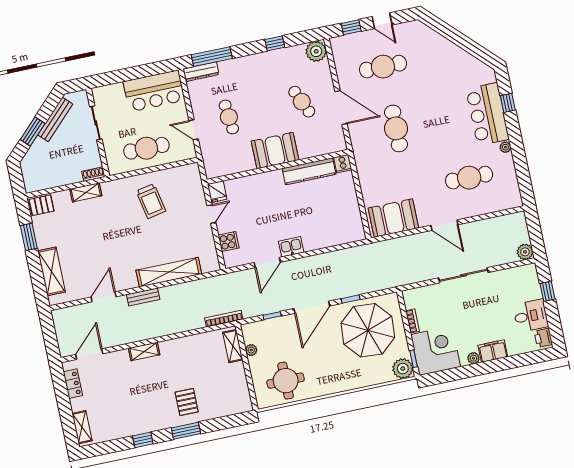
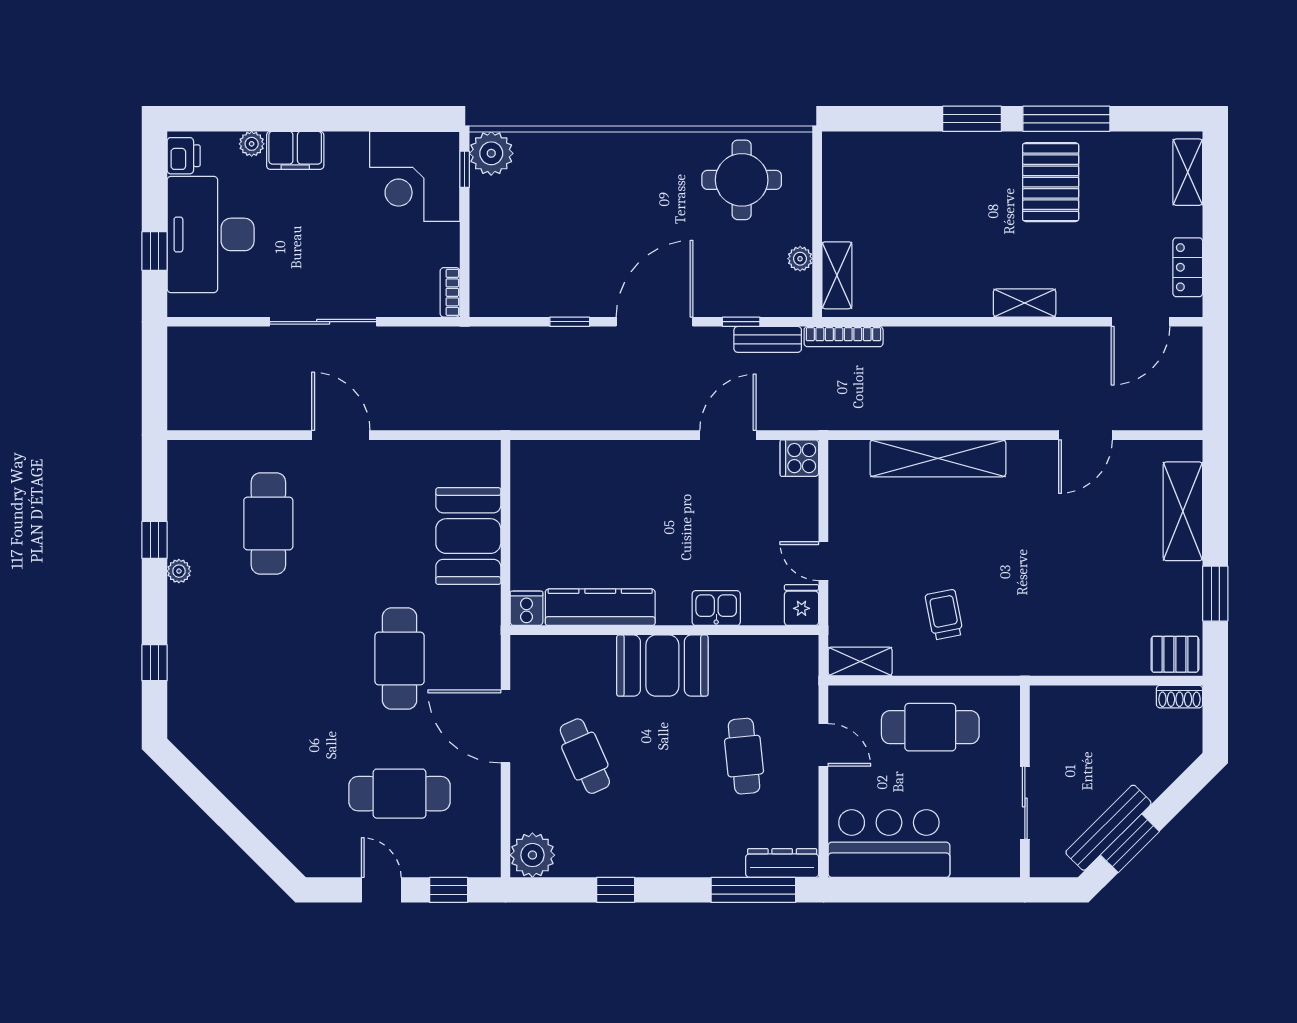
bar counter: (488, 114) -> (202, 648), removed
window: (33, 131) -> (1130, 843), moved
window: (520, 159) -> (155, 540), added
shoe rack: (93, 174) -> (1180, 697), moved
cafe table: (469, 178) -> (268, 523), turned 90
shelving: (86, 192) -> (860, 661), moved
trolley: (151, 201) -> (944, 615), width x0.73, depth x0.72
door: (211, 214) -> (823, 561), hinge flipped
booth: (393, 218) -> (468, 536), moved, turned 90
cooker: (229, 241) -> (799, 458), moved
kitchen sink: (291, 247) -> (716, 608), moved, turned 180
plant: (525, 252) -> (184, 343), removed
bench: (143, 297) -> (768, 339), moved
desk: (531, 316) -> (211, 234), width x1.87, depth x1.30
bookcase: (412, 321) -> (450, 292), moved
parasol: (368, 330) -> (547, 249), removed
plant: (473, 358) -> (252, 144), moved
pallet: (187, 402) -> (1051, 182), moved, width x1.50, depth x1.42
window: (143, 440) -> (1066, 119), width x2.17

